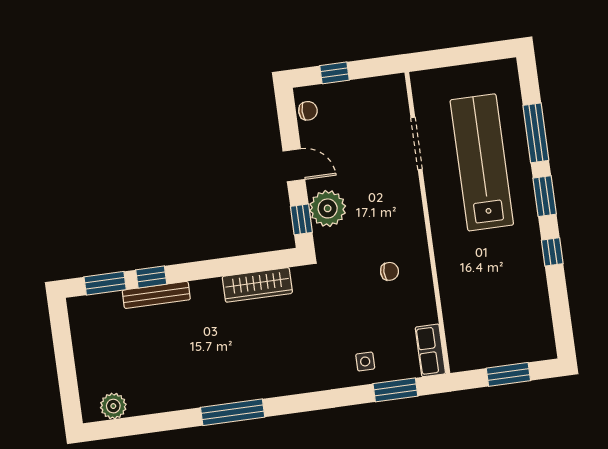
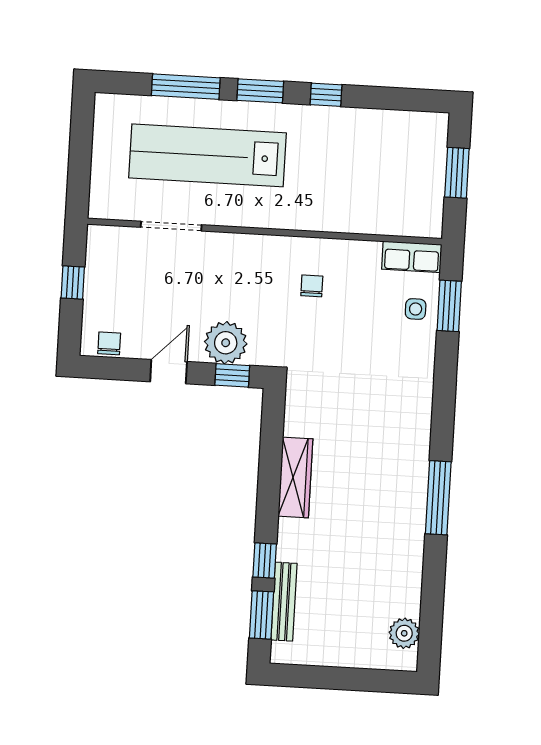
window: (334, 73) -> (73, 282), moved
wardrobe: (257, 285) -> (295, 477), moved
bench: (156, 295) -> (284, 602), moved
side table: (365, 361) -> (416, 309), moved

